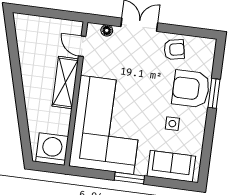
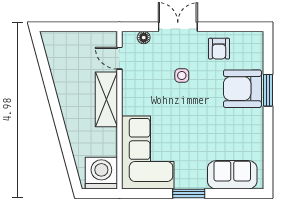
armchair: (174, 50) -> (219, 49), turned 101
side table: (172, 124) -> (182, 76), moved
corner sofa: (107, 125) -> (148, 152), width x0.73, depth x0.74

